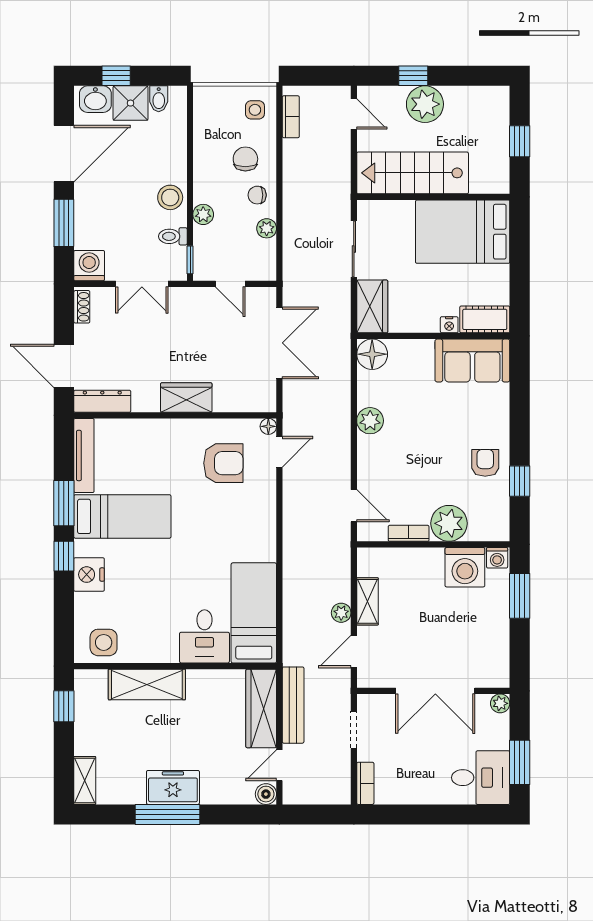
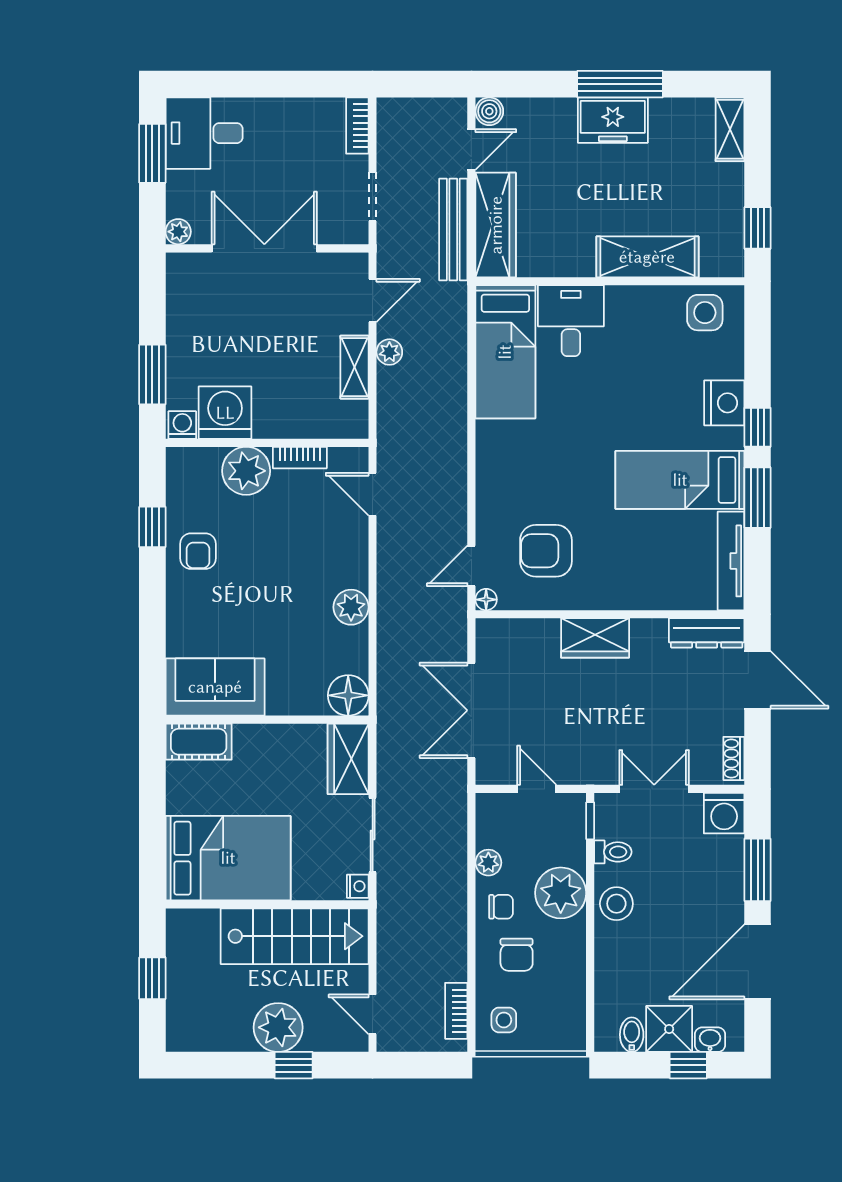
washbasin: (95, 99) -> (710, 1040), width x0.72, depth x0.69
plant: (203, 214) -> (561, 893), width x1.88, depth x1.88
nightstand: (449, 325) -> (358, 886), moved, turned 90

